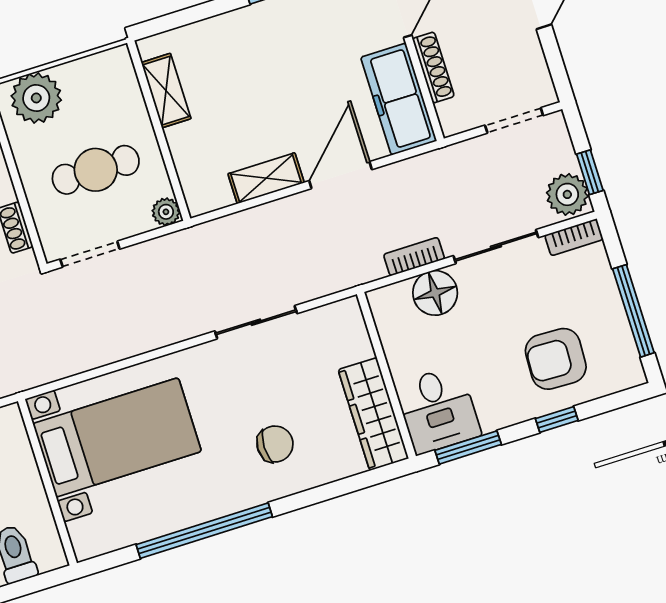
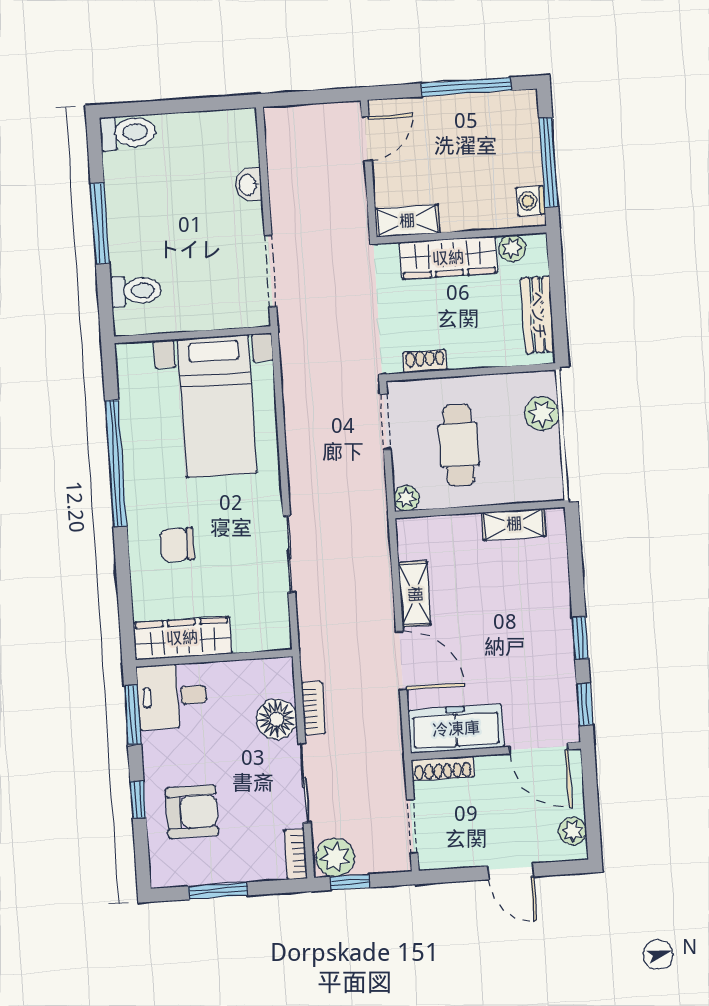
shoe rack: (433, 67) -> (443, 768), moved
plant: (36, 98) -> (542, 414), width x0.73, depth x0.73
window: (633, 311) -> (218, 891), width x0.69
armchair: (556, 359) -> (192, 812), turned 88
chair: (275, 444) -> (177, 545), turned 90

